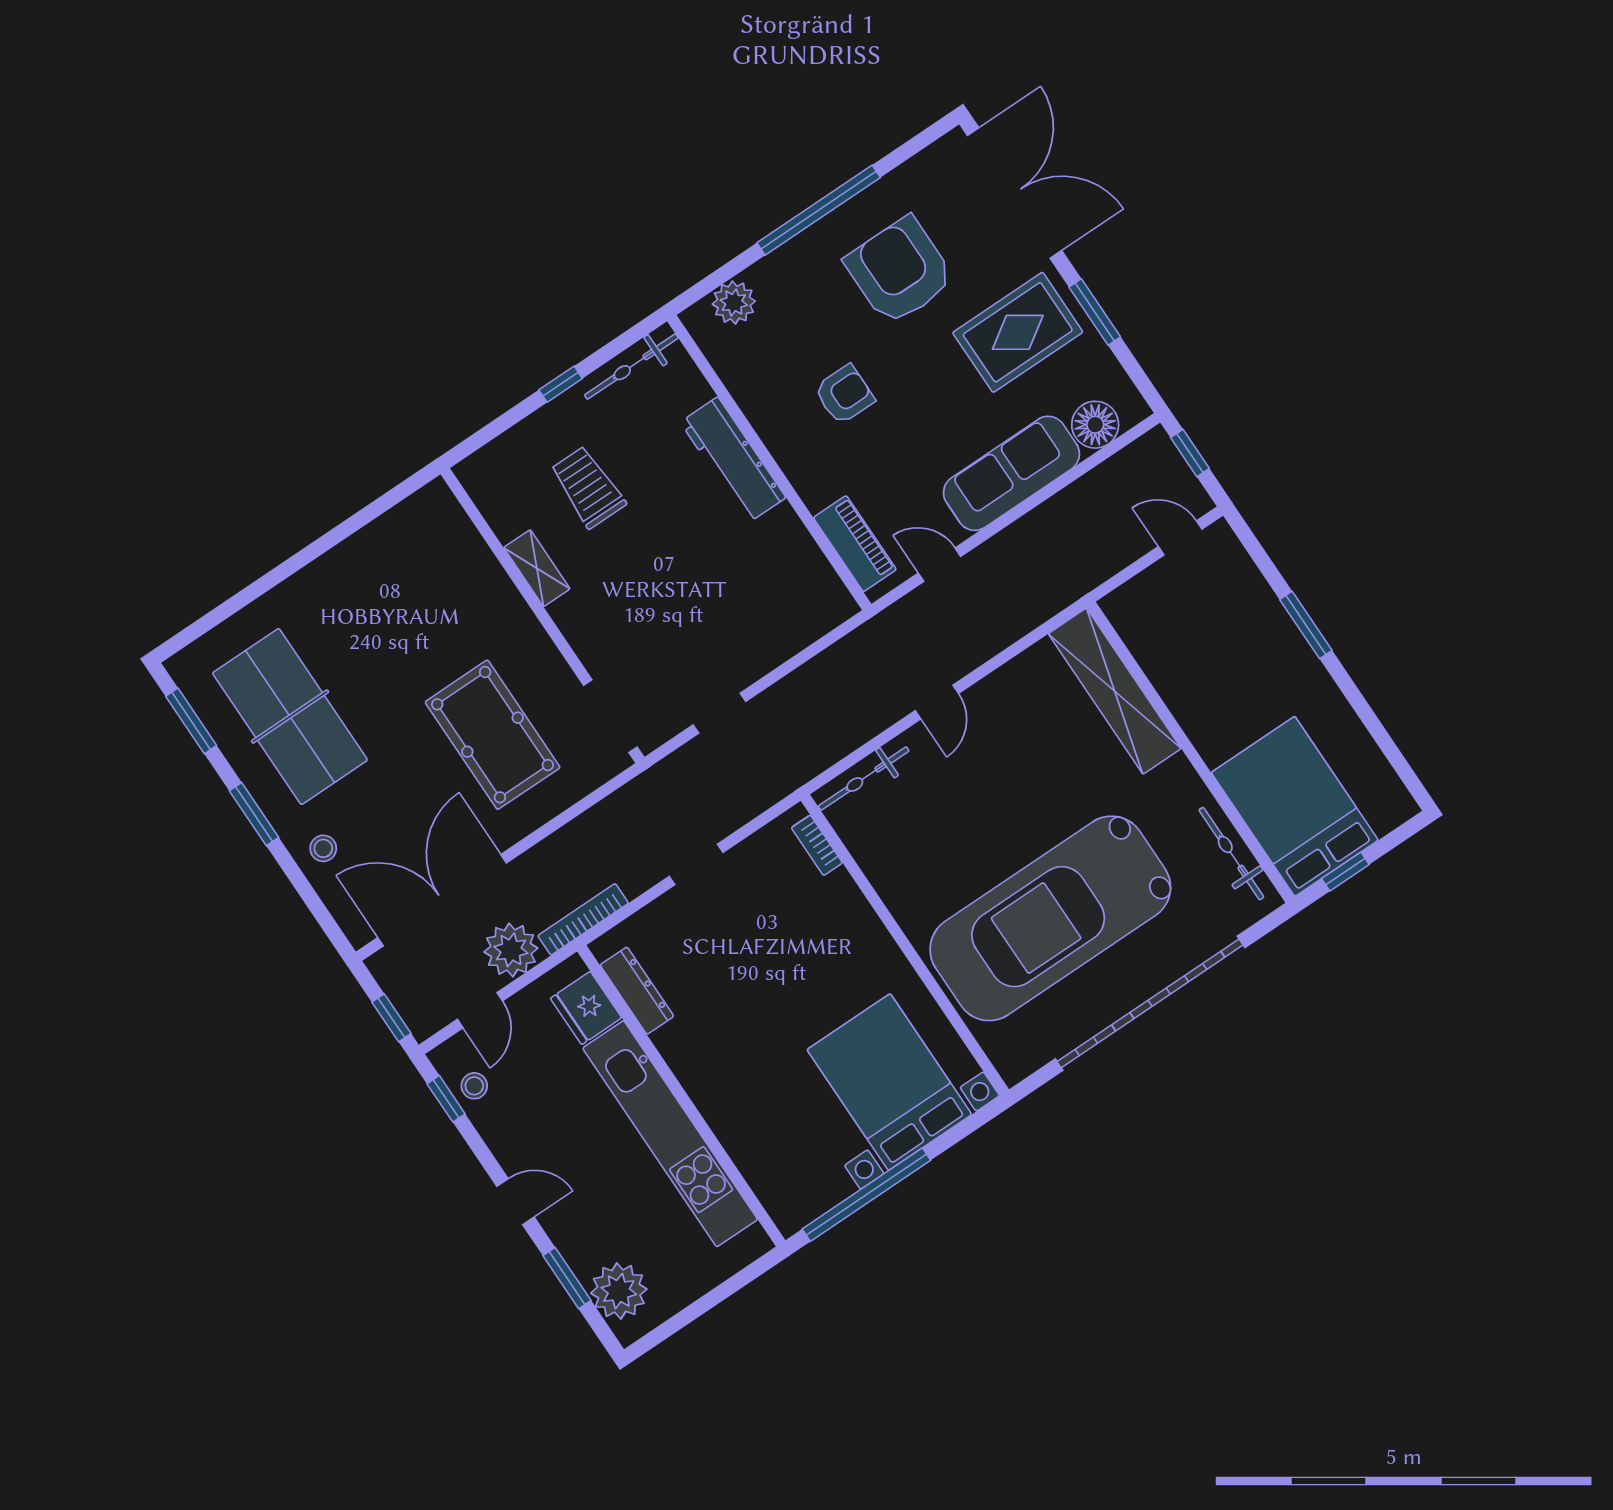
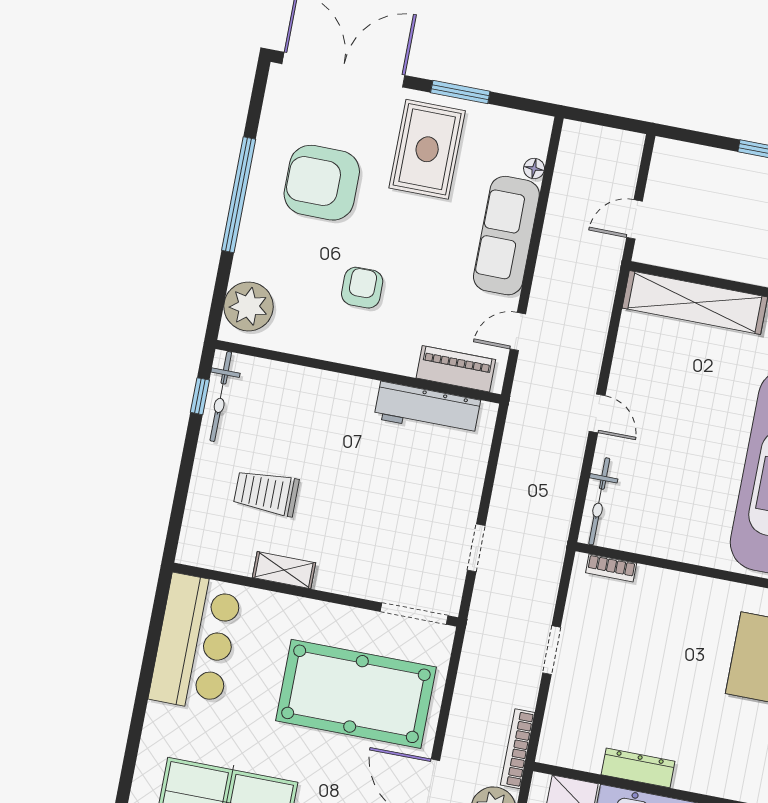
plant: (734, 303) -> (248, 306), width x1.36, depth x1.36
window: (561, 384) -> (200, 396), moved
floor lamp: (1095, 425) -> (534, 168), width x0.53, depth x0.53
window: (1190, 453) -> (599, 119), removed
workbench: (733, 460) -> (427, 409), moved
door: (1180, 538) -> (635, 219), moved
bar counter: (400, 554) -> (195, 642), added
pool table: (493, 735) -> (356, 694), width x1.36, depth x1.32
dresser: (637, 991) -> (638, 768), moved

